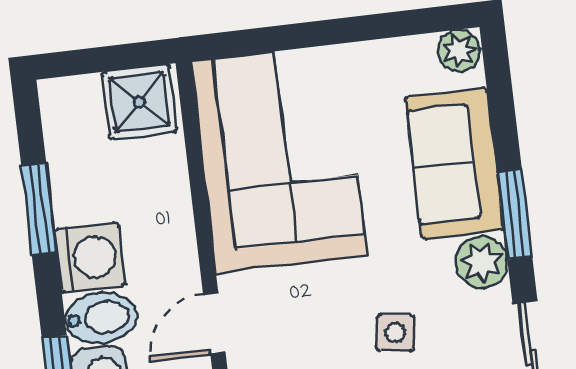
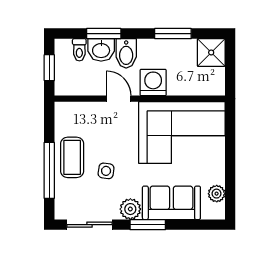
plant: (459, 51) -> (217, 194), moved
shower: (139, 102) -> (211, 52), moved
washing machine: (90, 257) -> (153, 82), moved, turned 180

